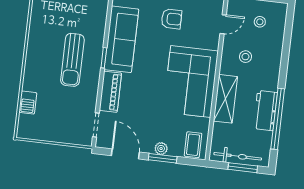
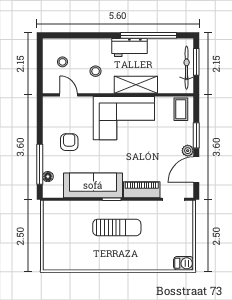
barbecue: (28, 103) -> (184, 263), moved
workbench: (265, 110) -> (130, 47), moved
coffee table: (193, 145) -> (181, 109), turned 90
plant: (161, 149) -> (188, 151), moved

